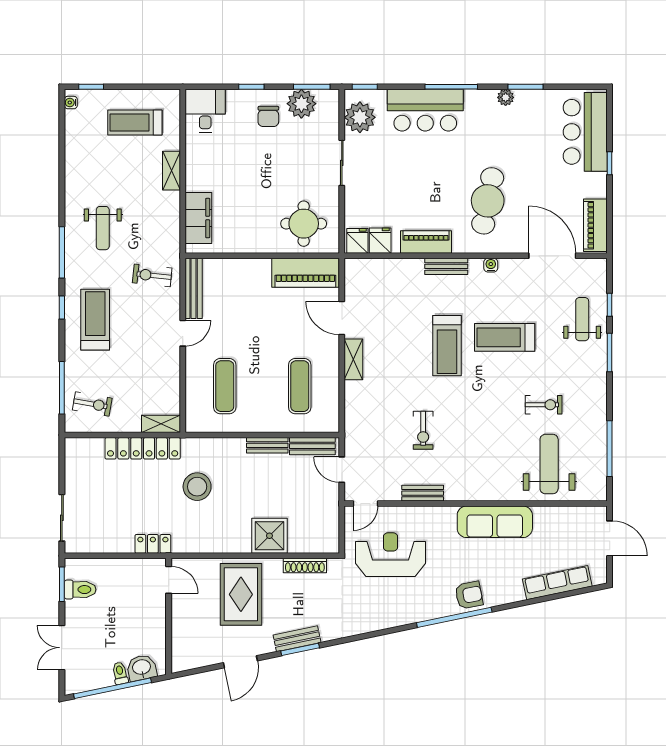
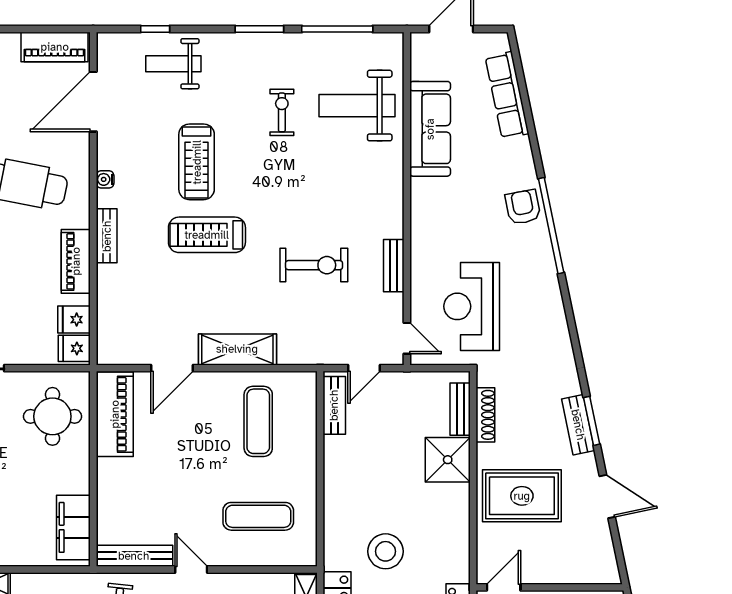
filing cabinet: (198, 218) -> (73, 527), moved, turned -90
treadmill: (447, 346) -> (207, 235), turned 180
window: (610, 352) -> (259, 29), moved
shelving: (353, 359) -> (237, 349), width x1.50, depth x1.33
exercise mat: (300, 386) -> (258, 421), turned 90
exercise bike: (423, 430) -> (314, 265), width x1.38, depth x1.39
bench: (267, 445) -> (460, 409), moved
sofa: (495, 522) -> (430, 129), moved

